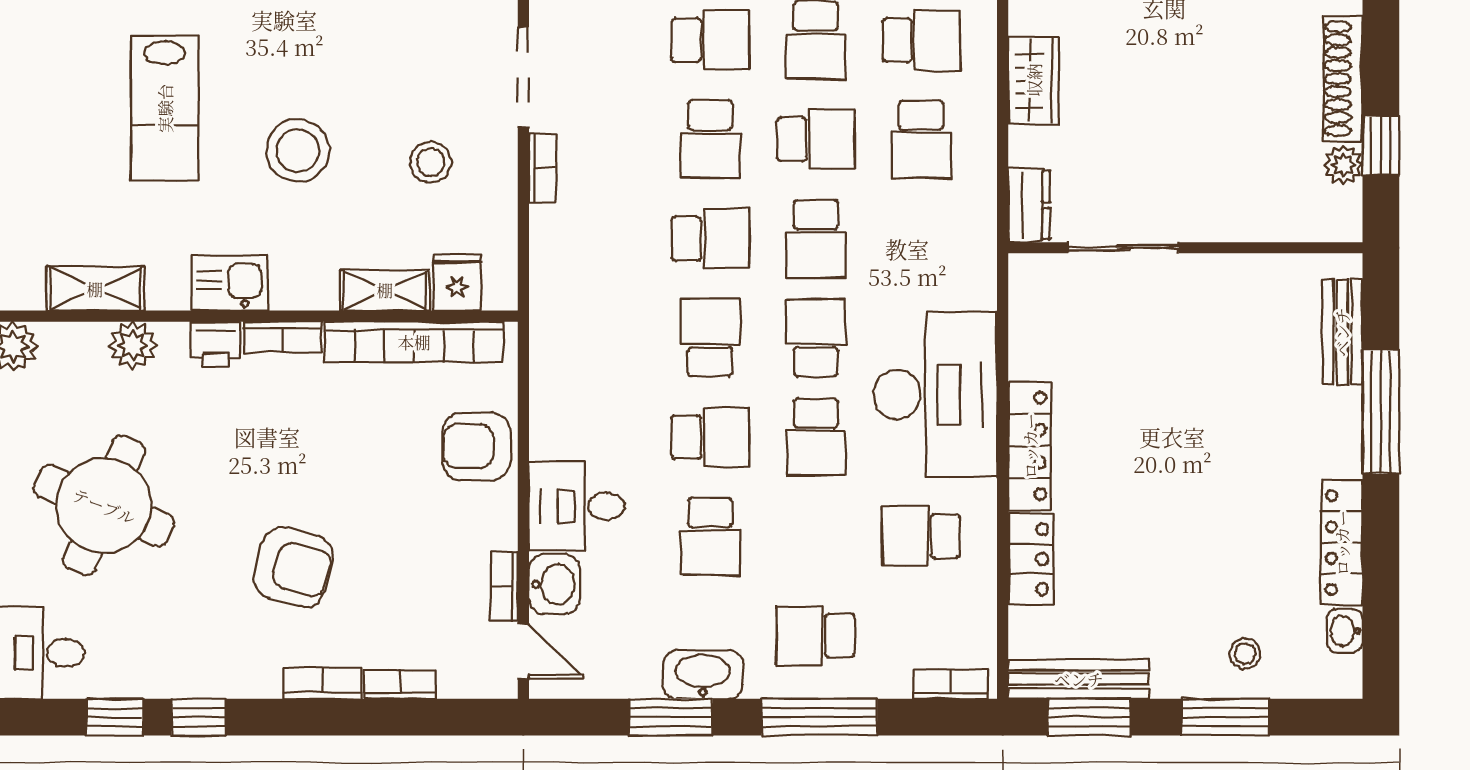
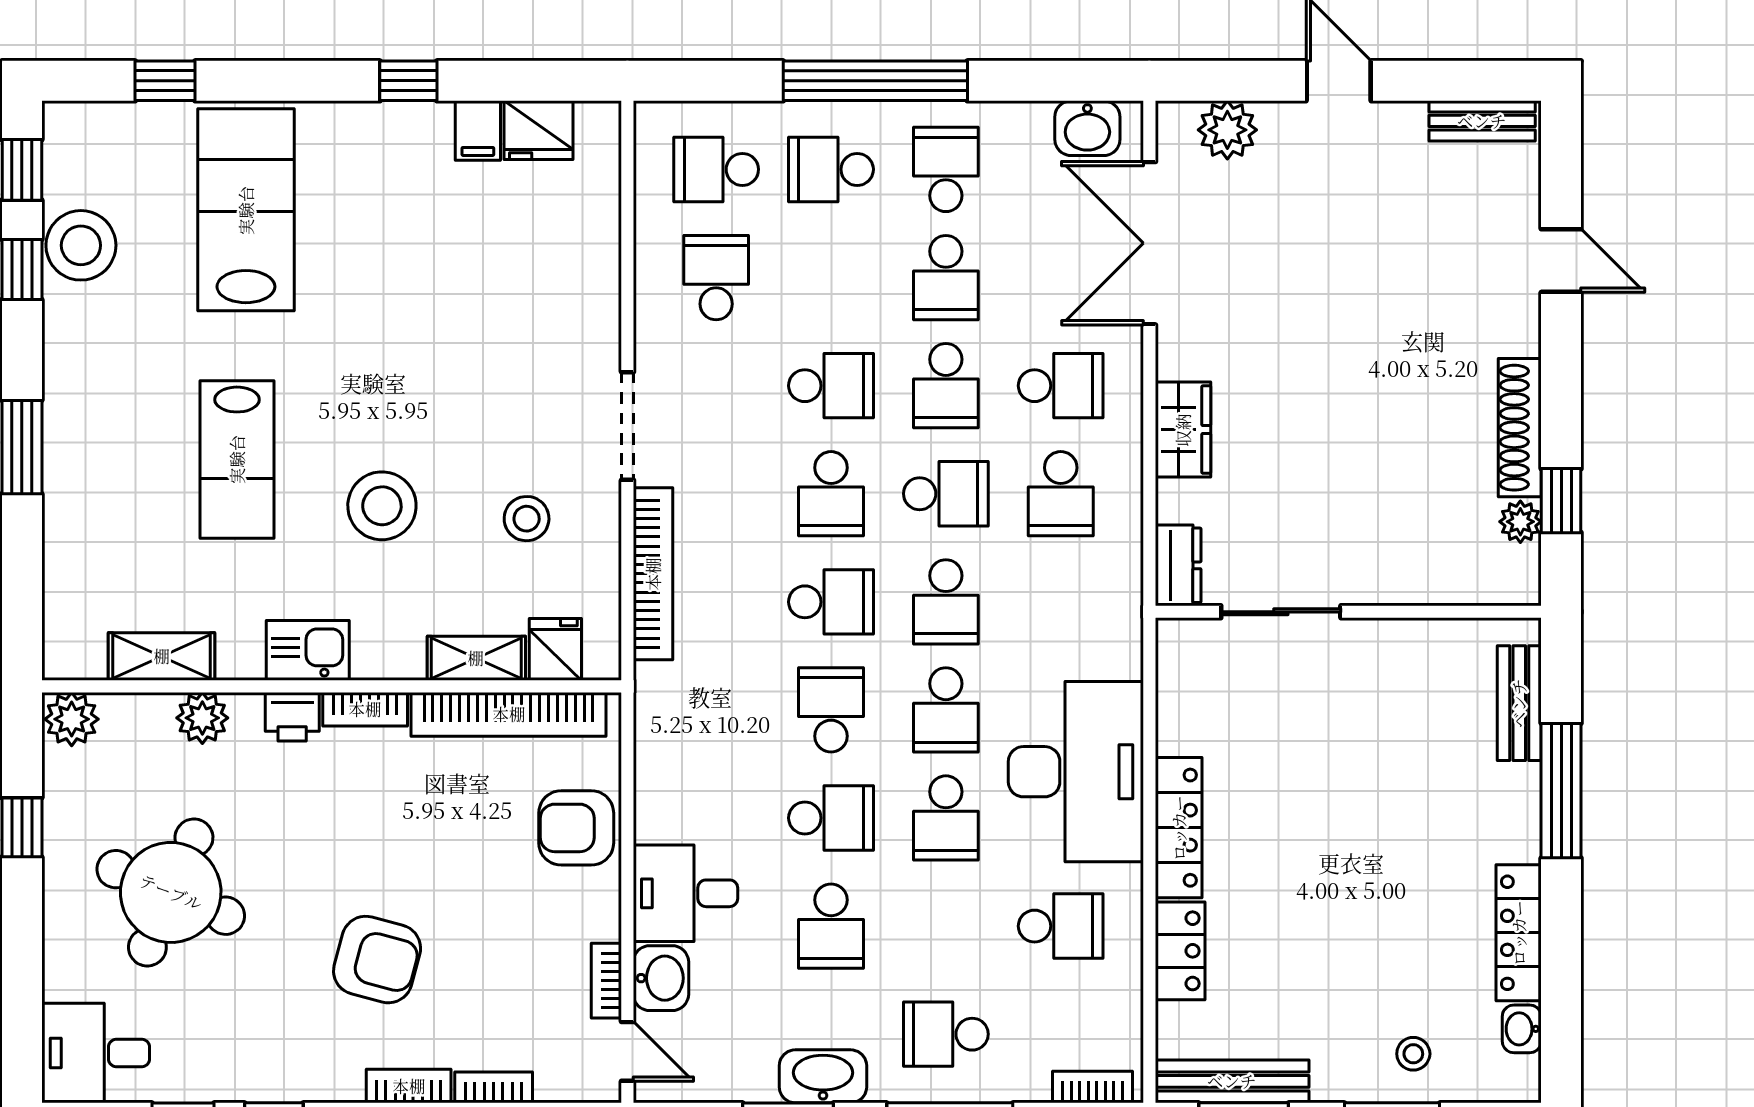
bookcase: (542, 168) -> (653, 574), width x2.31, depth x1.31
school desk: (816, 338) -> (946, 710), turned 180
school desk: (921, 536) -> (1061, 926), turned 180

